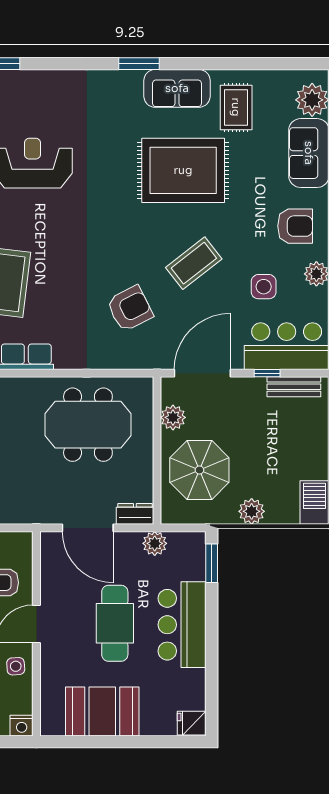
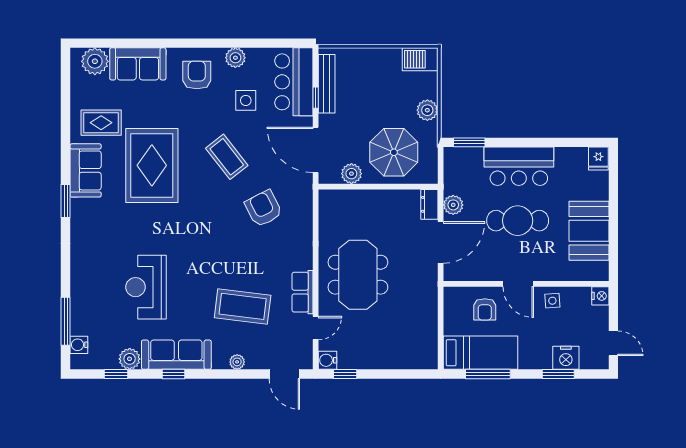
bench: (294, 387) -> (327, 84), width x1.36
meeting table: (88, 425) -> (358, 275), moved
plant: (155, 543) -> (453, 205), moved

